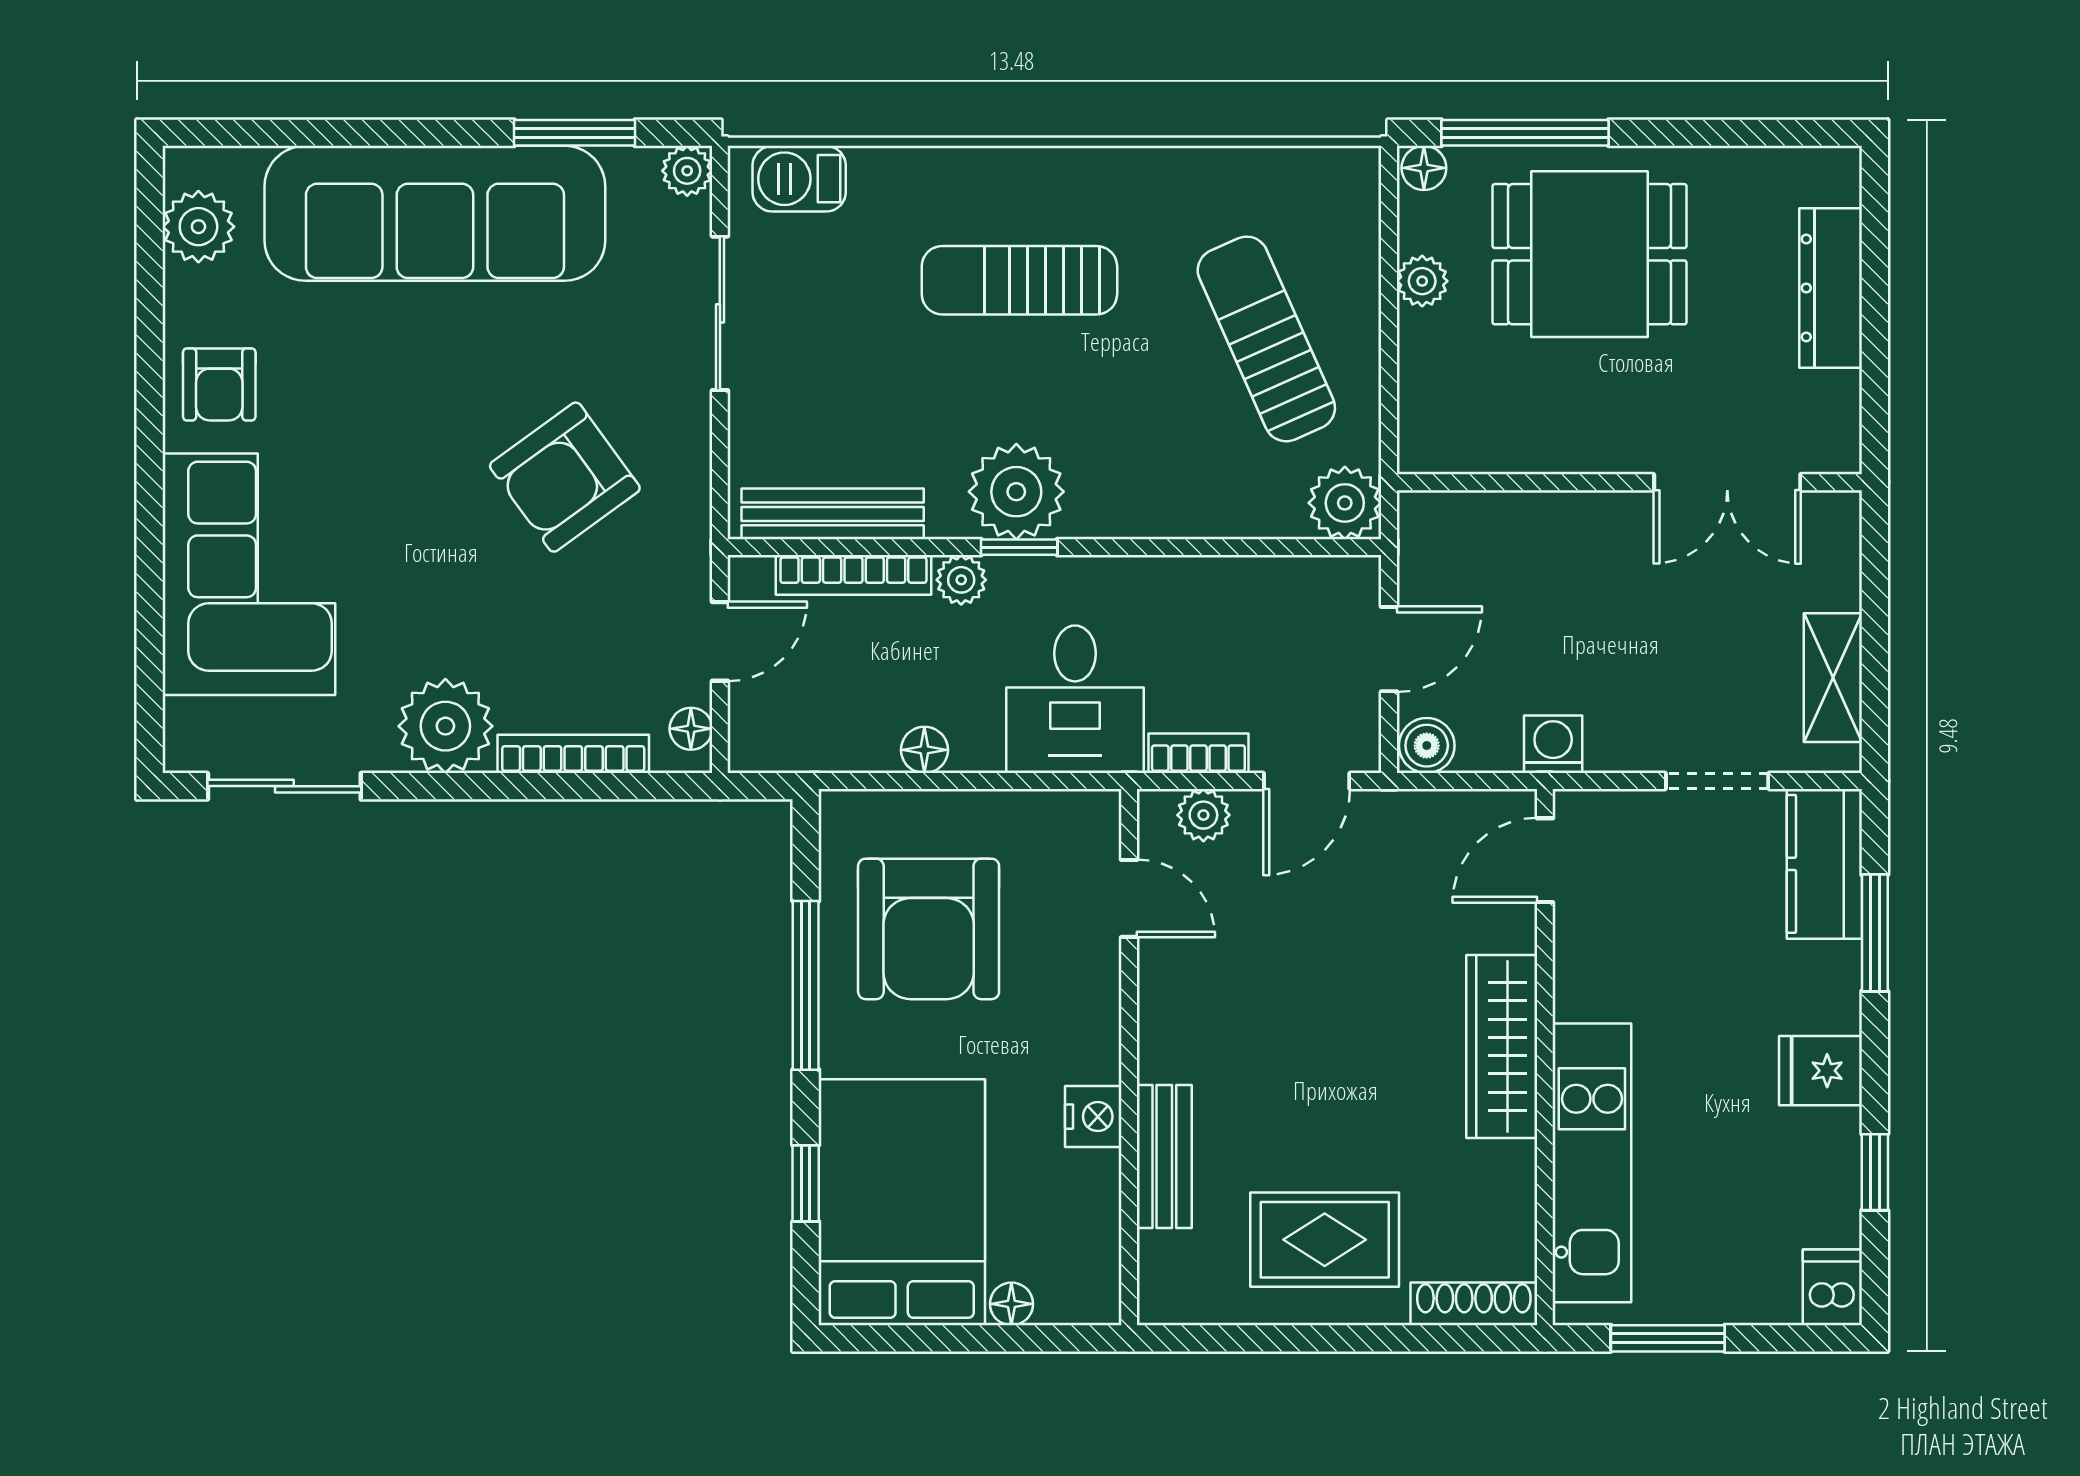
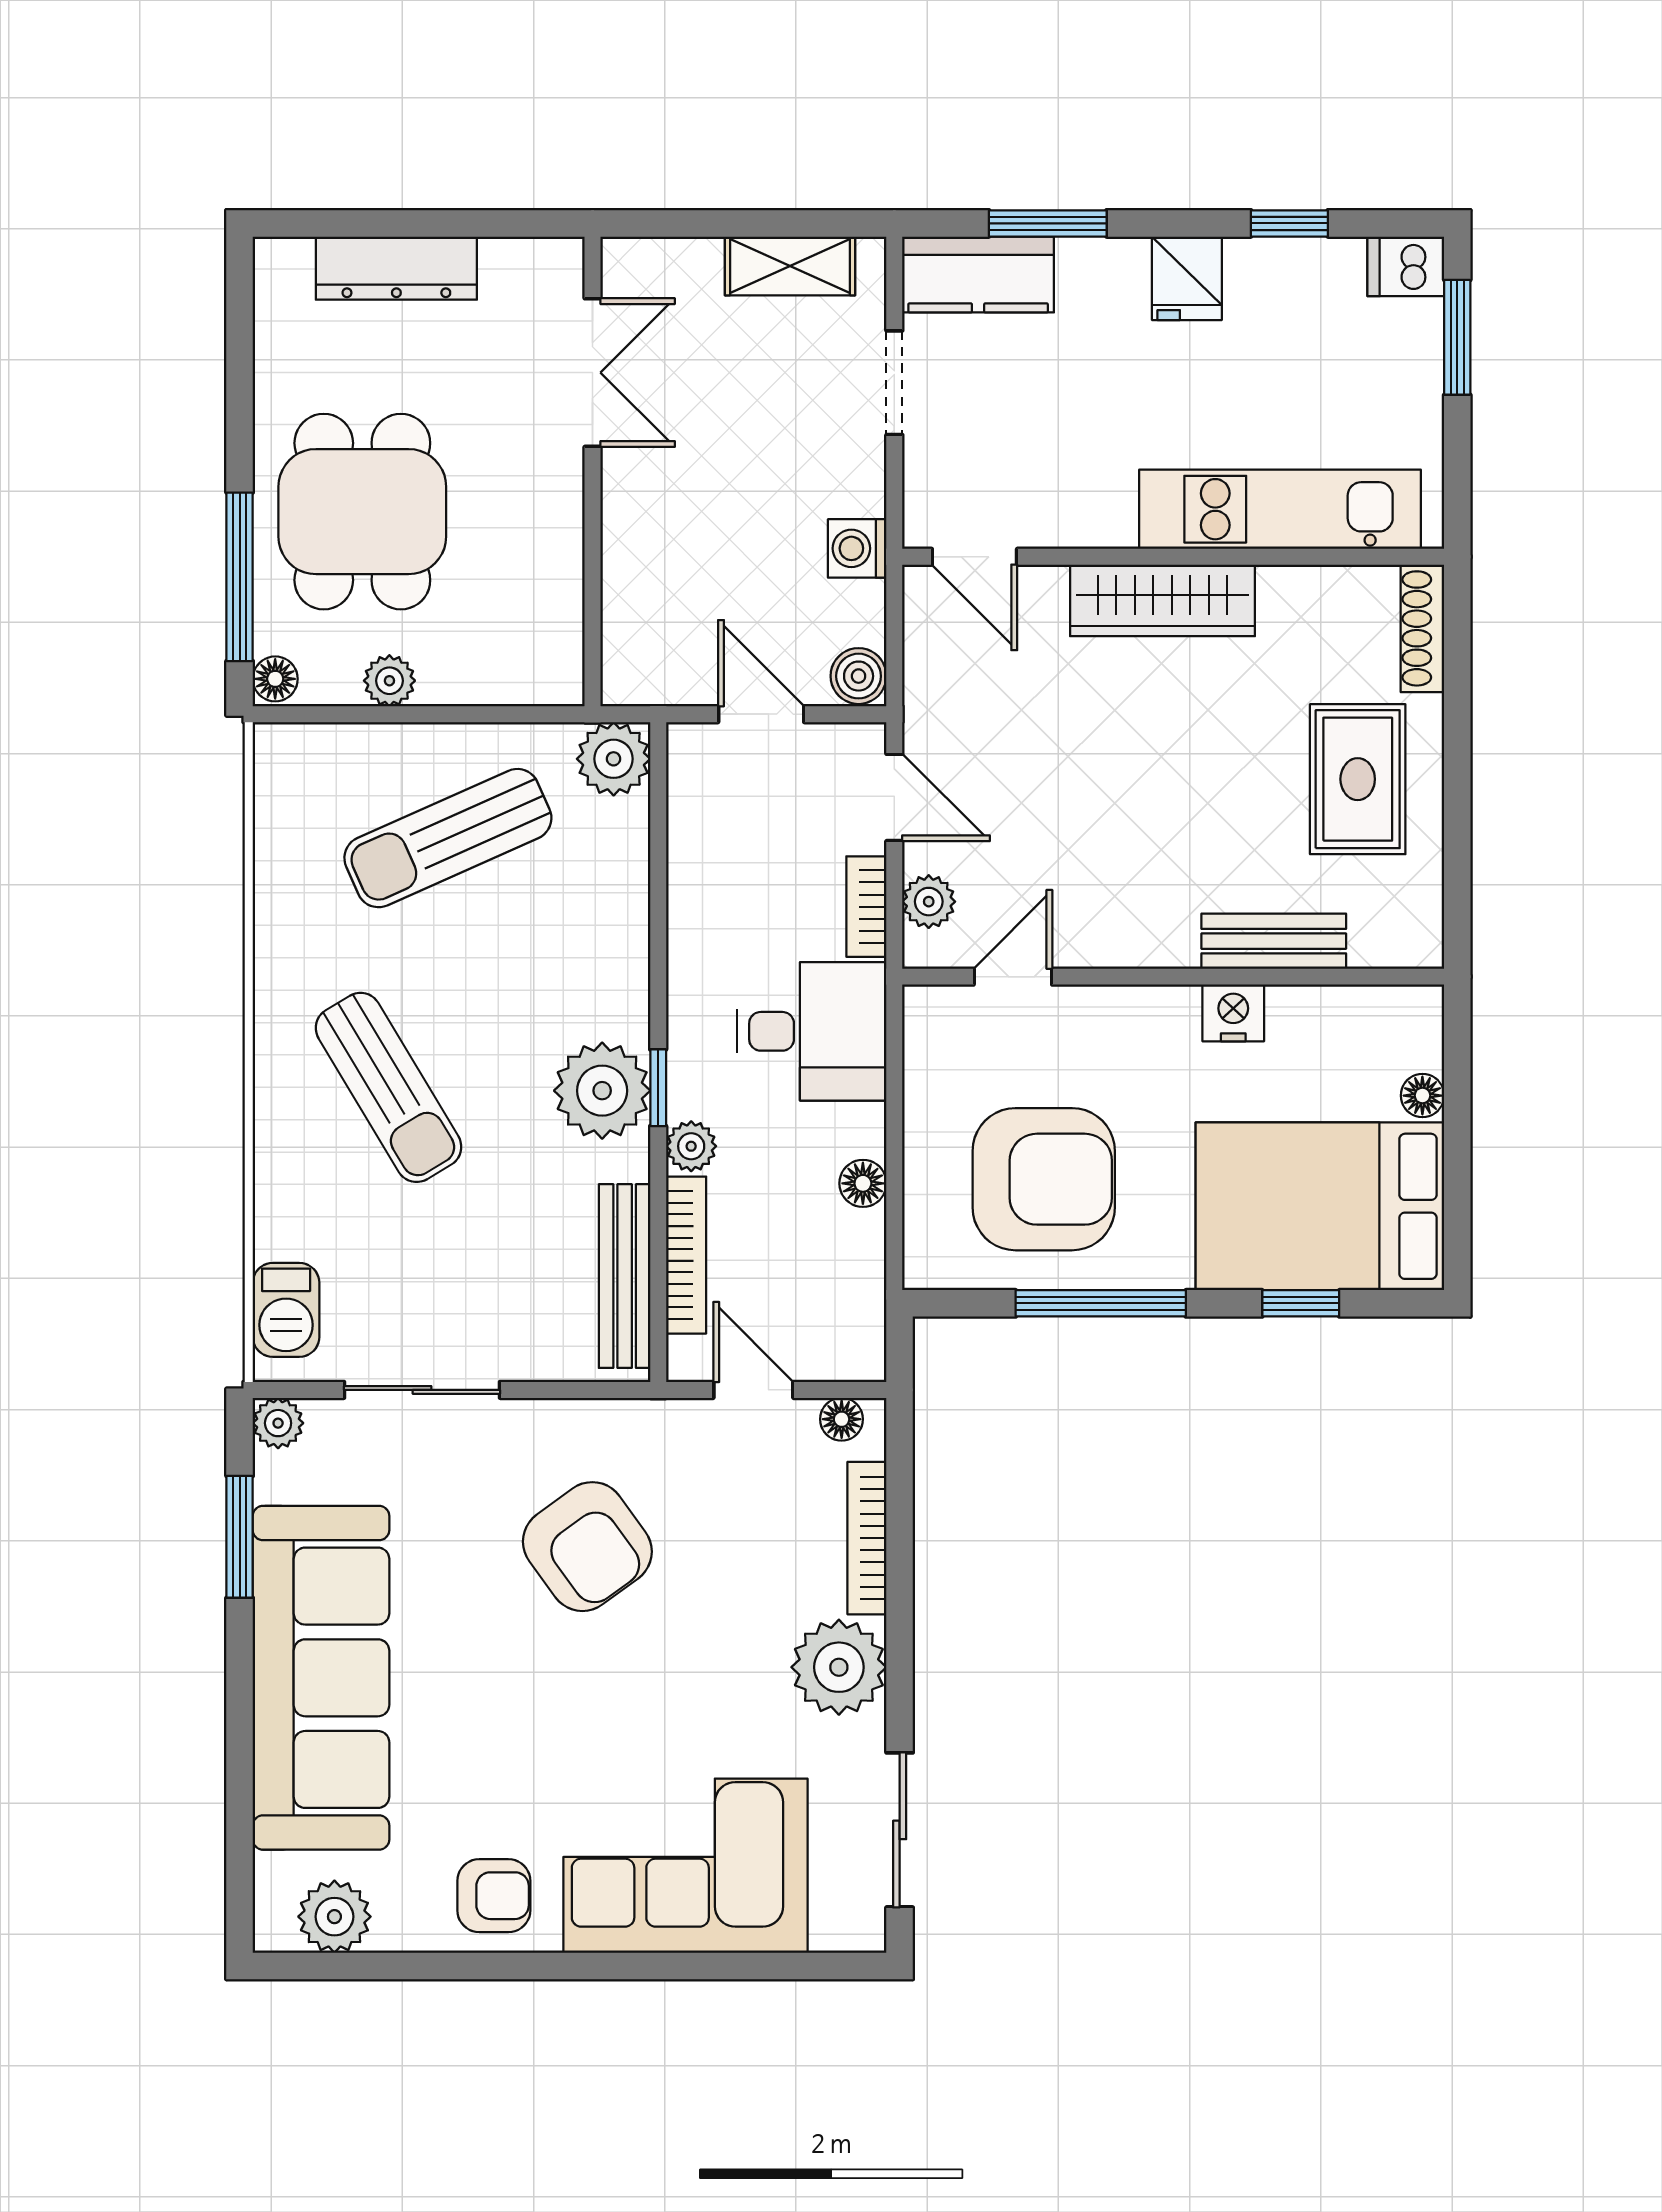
sun lounger: (1019, 280) -> (389, 1087), turned -31
window: (1668, 1338) -> (1457, 337), moved

